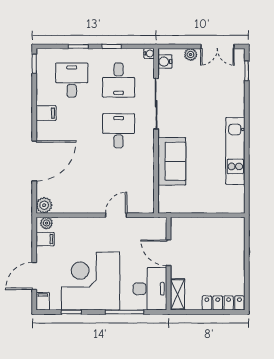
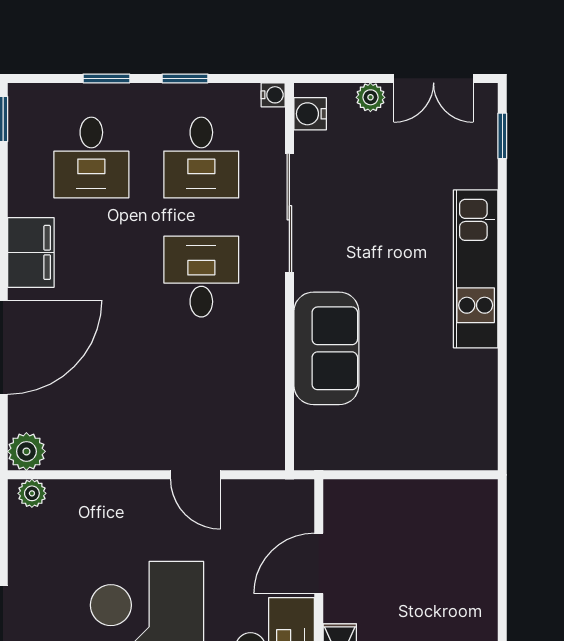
desk: (72, 80) -> (91, 158), turned 180
filing cabinet: (46, 113) -> (31, 252), width x2.00
kitchen unit: (235, 151) -> (476, 269), moved
door: (116, 215) -> (196, 475), swing flipped
filing cabinet: (45, 239) -> (29, 531), removed
door: (169, 253) -> (319, 563), hinge flipped

